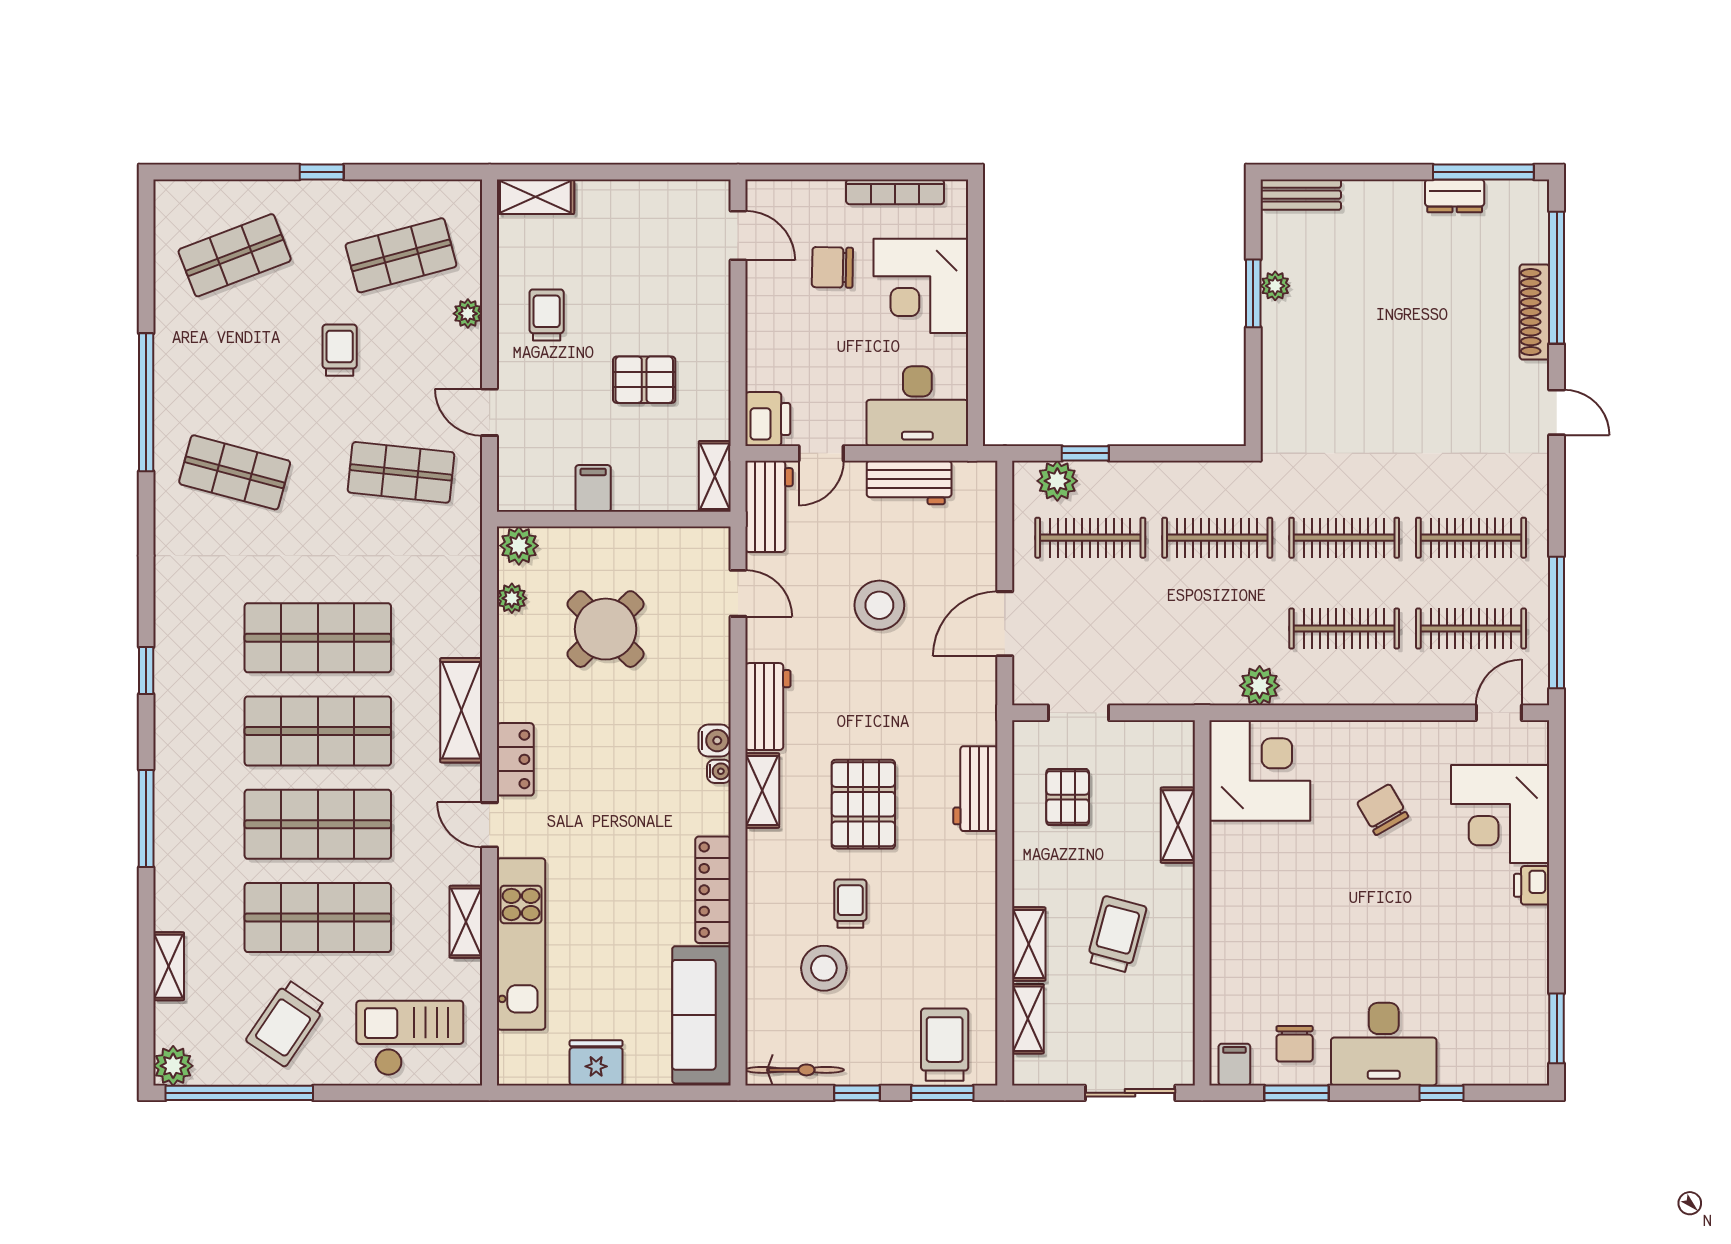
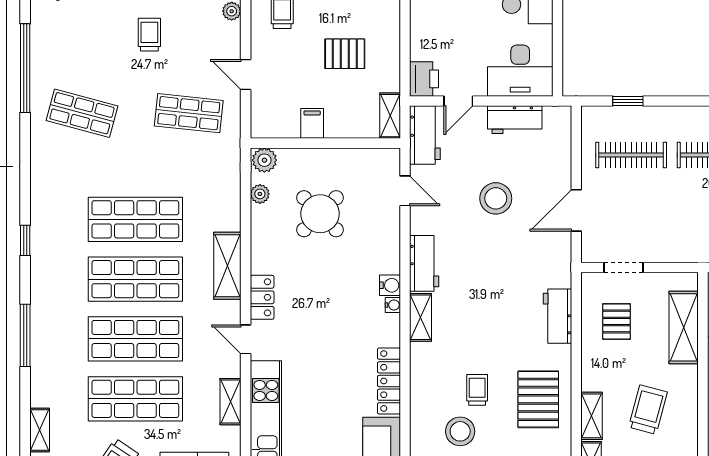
plant: (1057, 481) -> (610, 119), removed
pallet: (863, 804) -> (538, 399), moved
shelving: (1178, 825) -> (684, 327), width x1.50, depth x1.33

